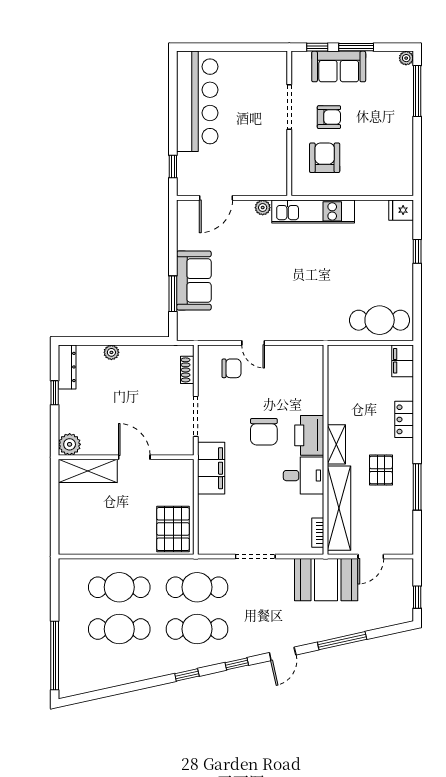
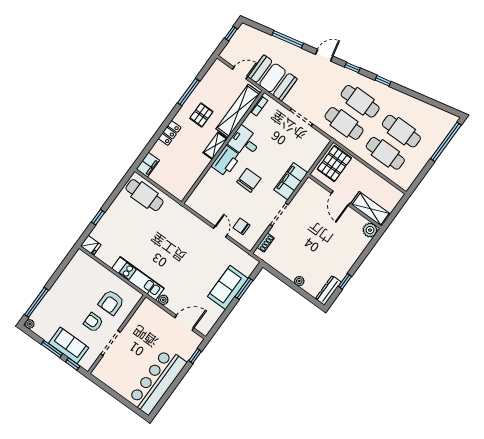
plant: (70, 444) -> (370, 230), moved
wall: (126, 457) -> (345, 201), moved
door: (134, 457) -> (341, 198), moved
shelving: (88, 471) -> (371, 209), moved

